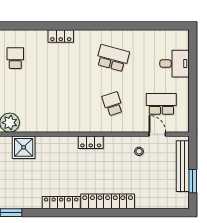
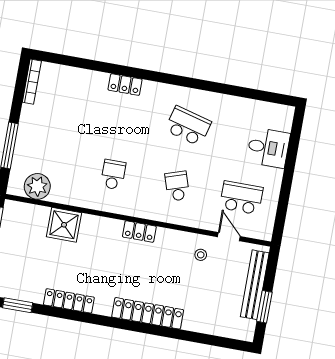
school desk: (15, 58) -> (113, 175), moved
shower: (24, 147) -> (64, 225), moved
locker: (61, 203) -> (69, 301), moved

